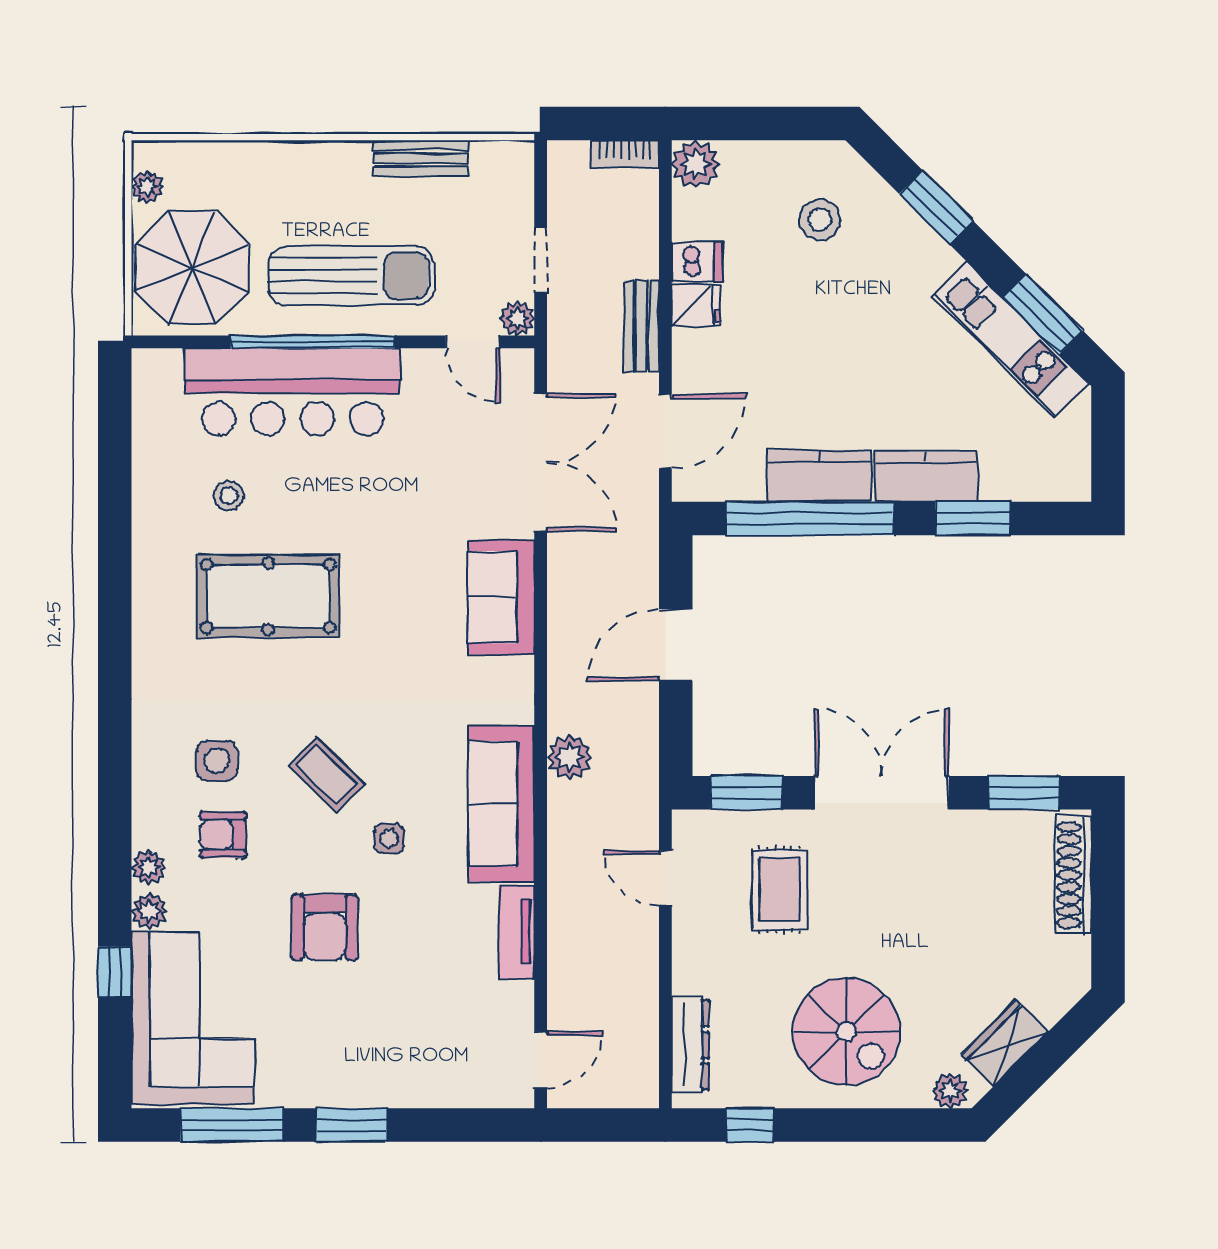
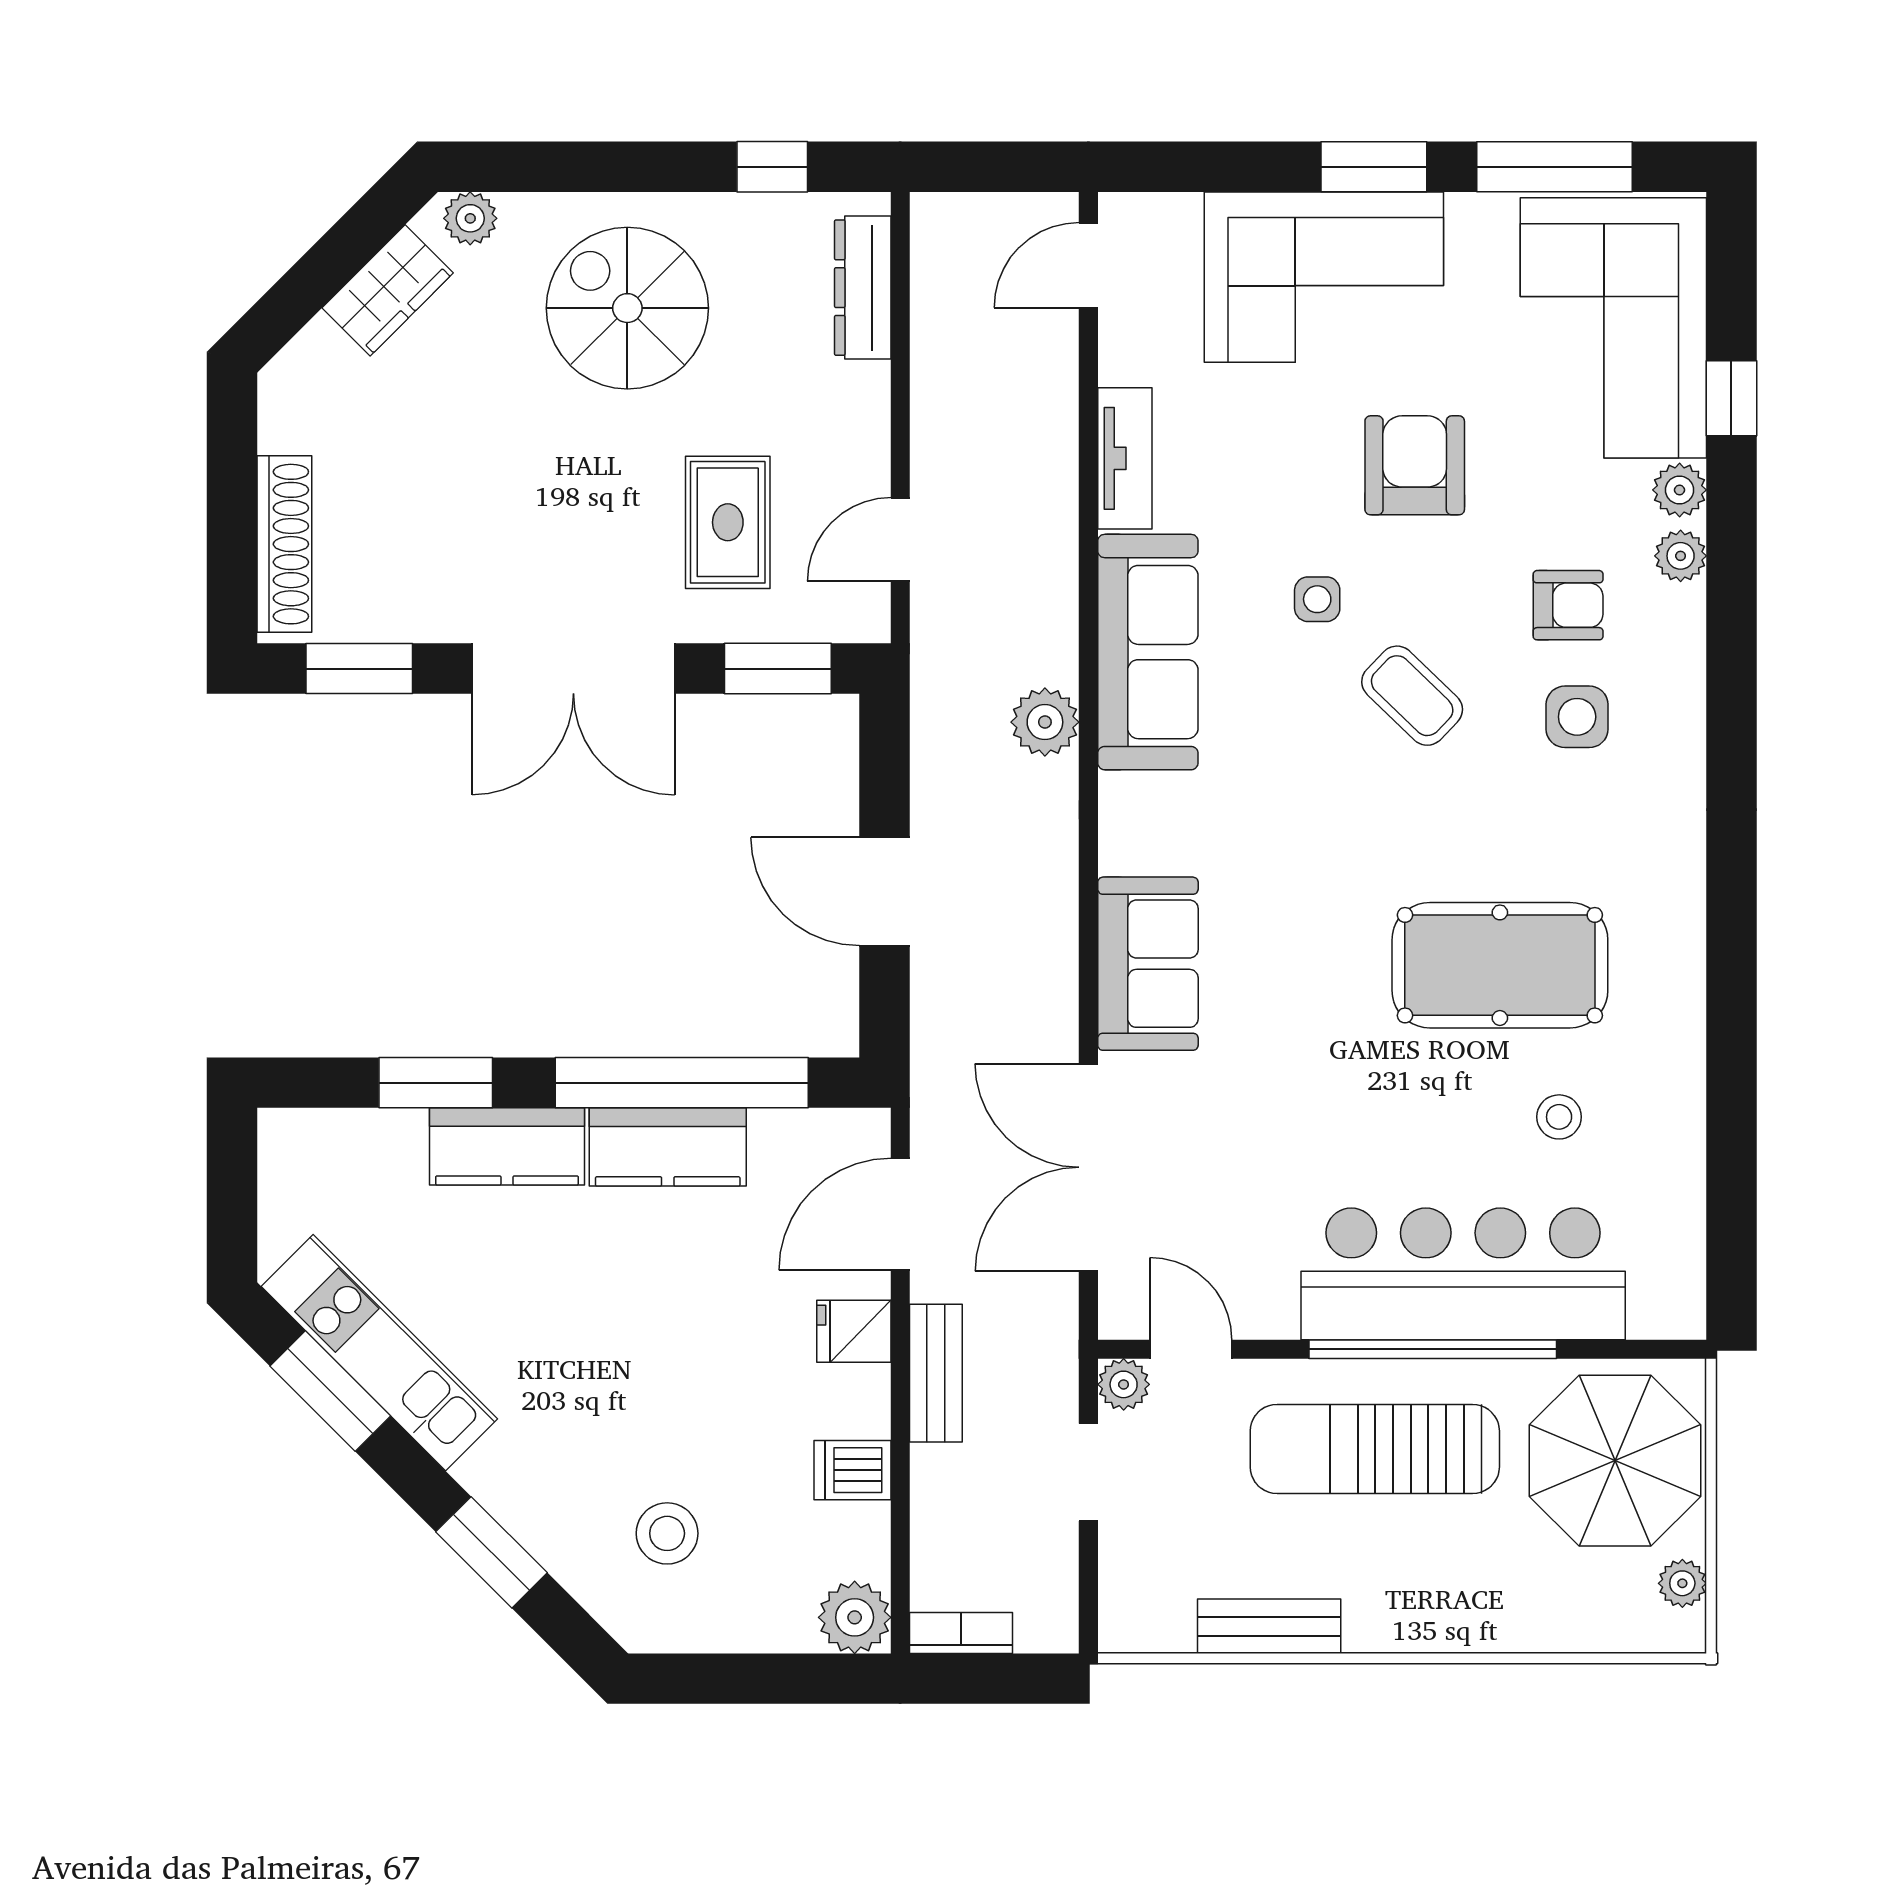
fridge: (696, 305) -> (854, 1331), moved
door: (676, 645) -> (884, 891), swing flipped
door: (665, 878) -> (900, 539), swing flipped
corner sofa: (385, 1052) -> (1324, 277), added

